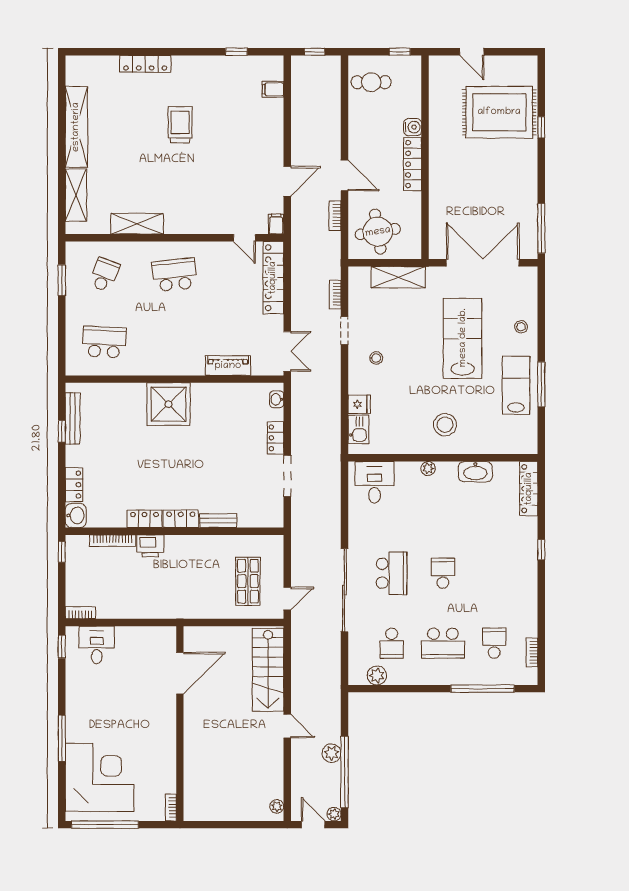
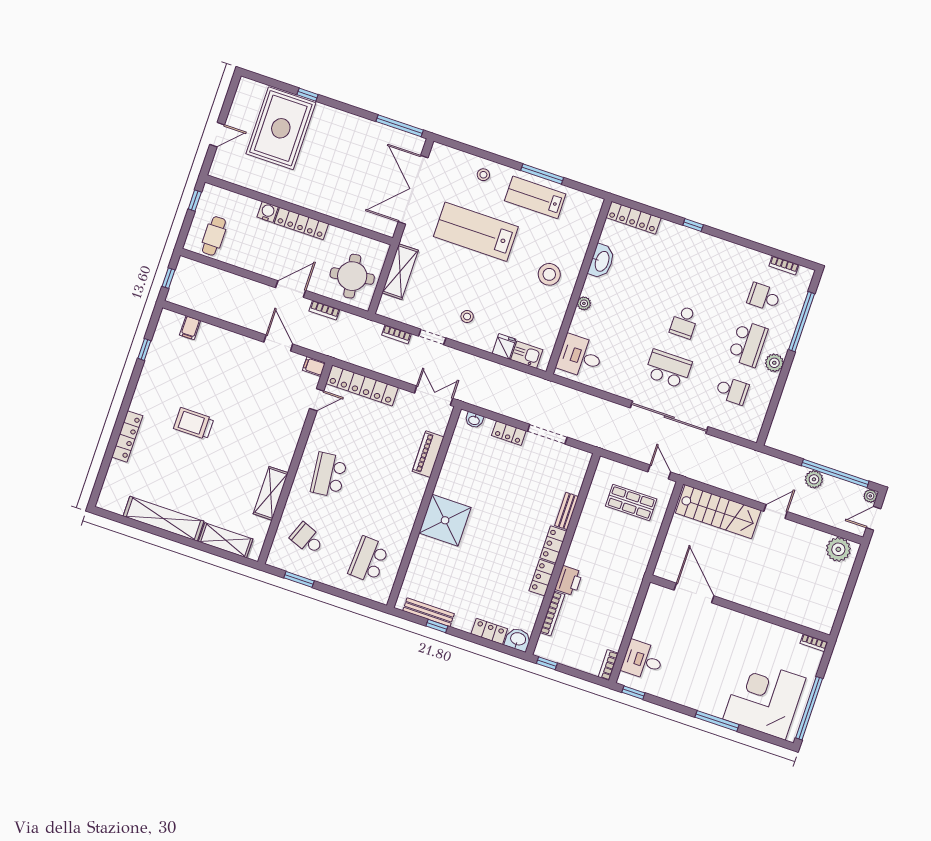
school desk: (443, 573) -> (684, 322), turned -90
plant: (377, 675) -> (774, 363), moved
plant: (277, 806) -> (838, 549), width x1.88, depth x1.88

